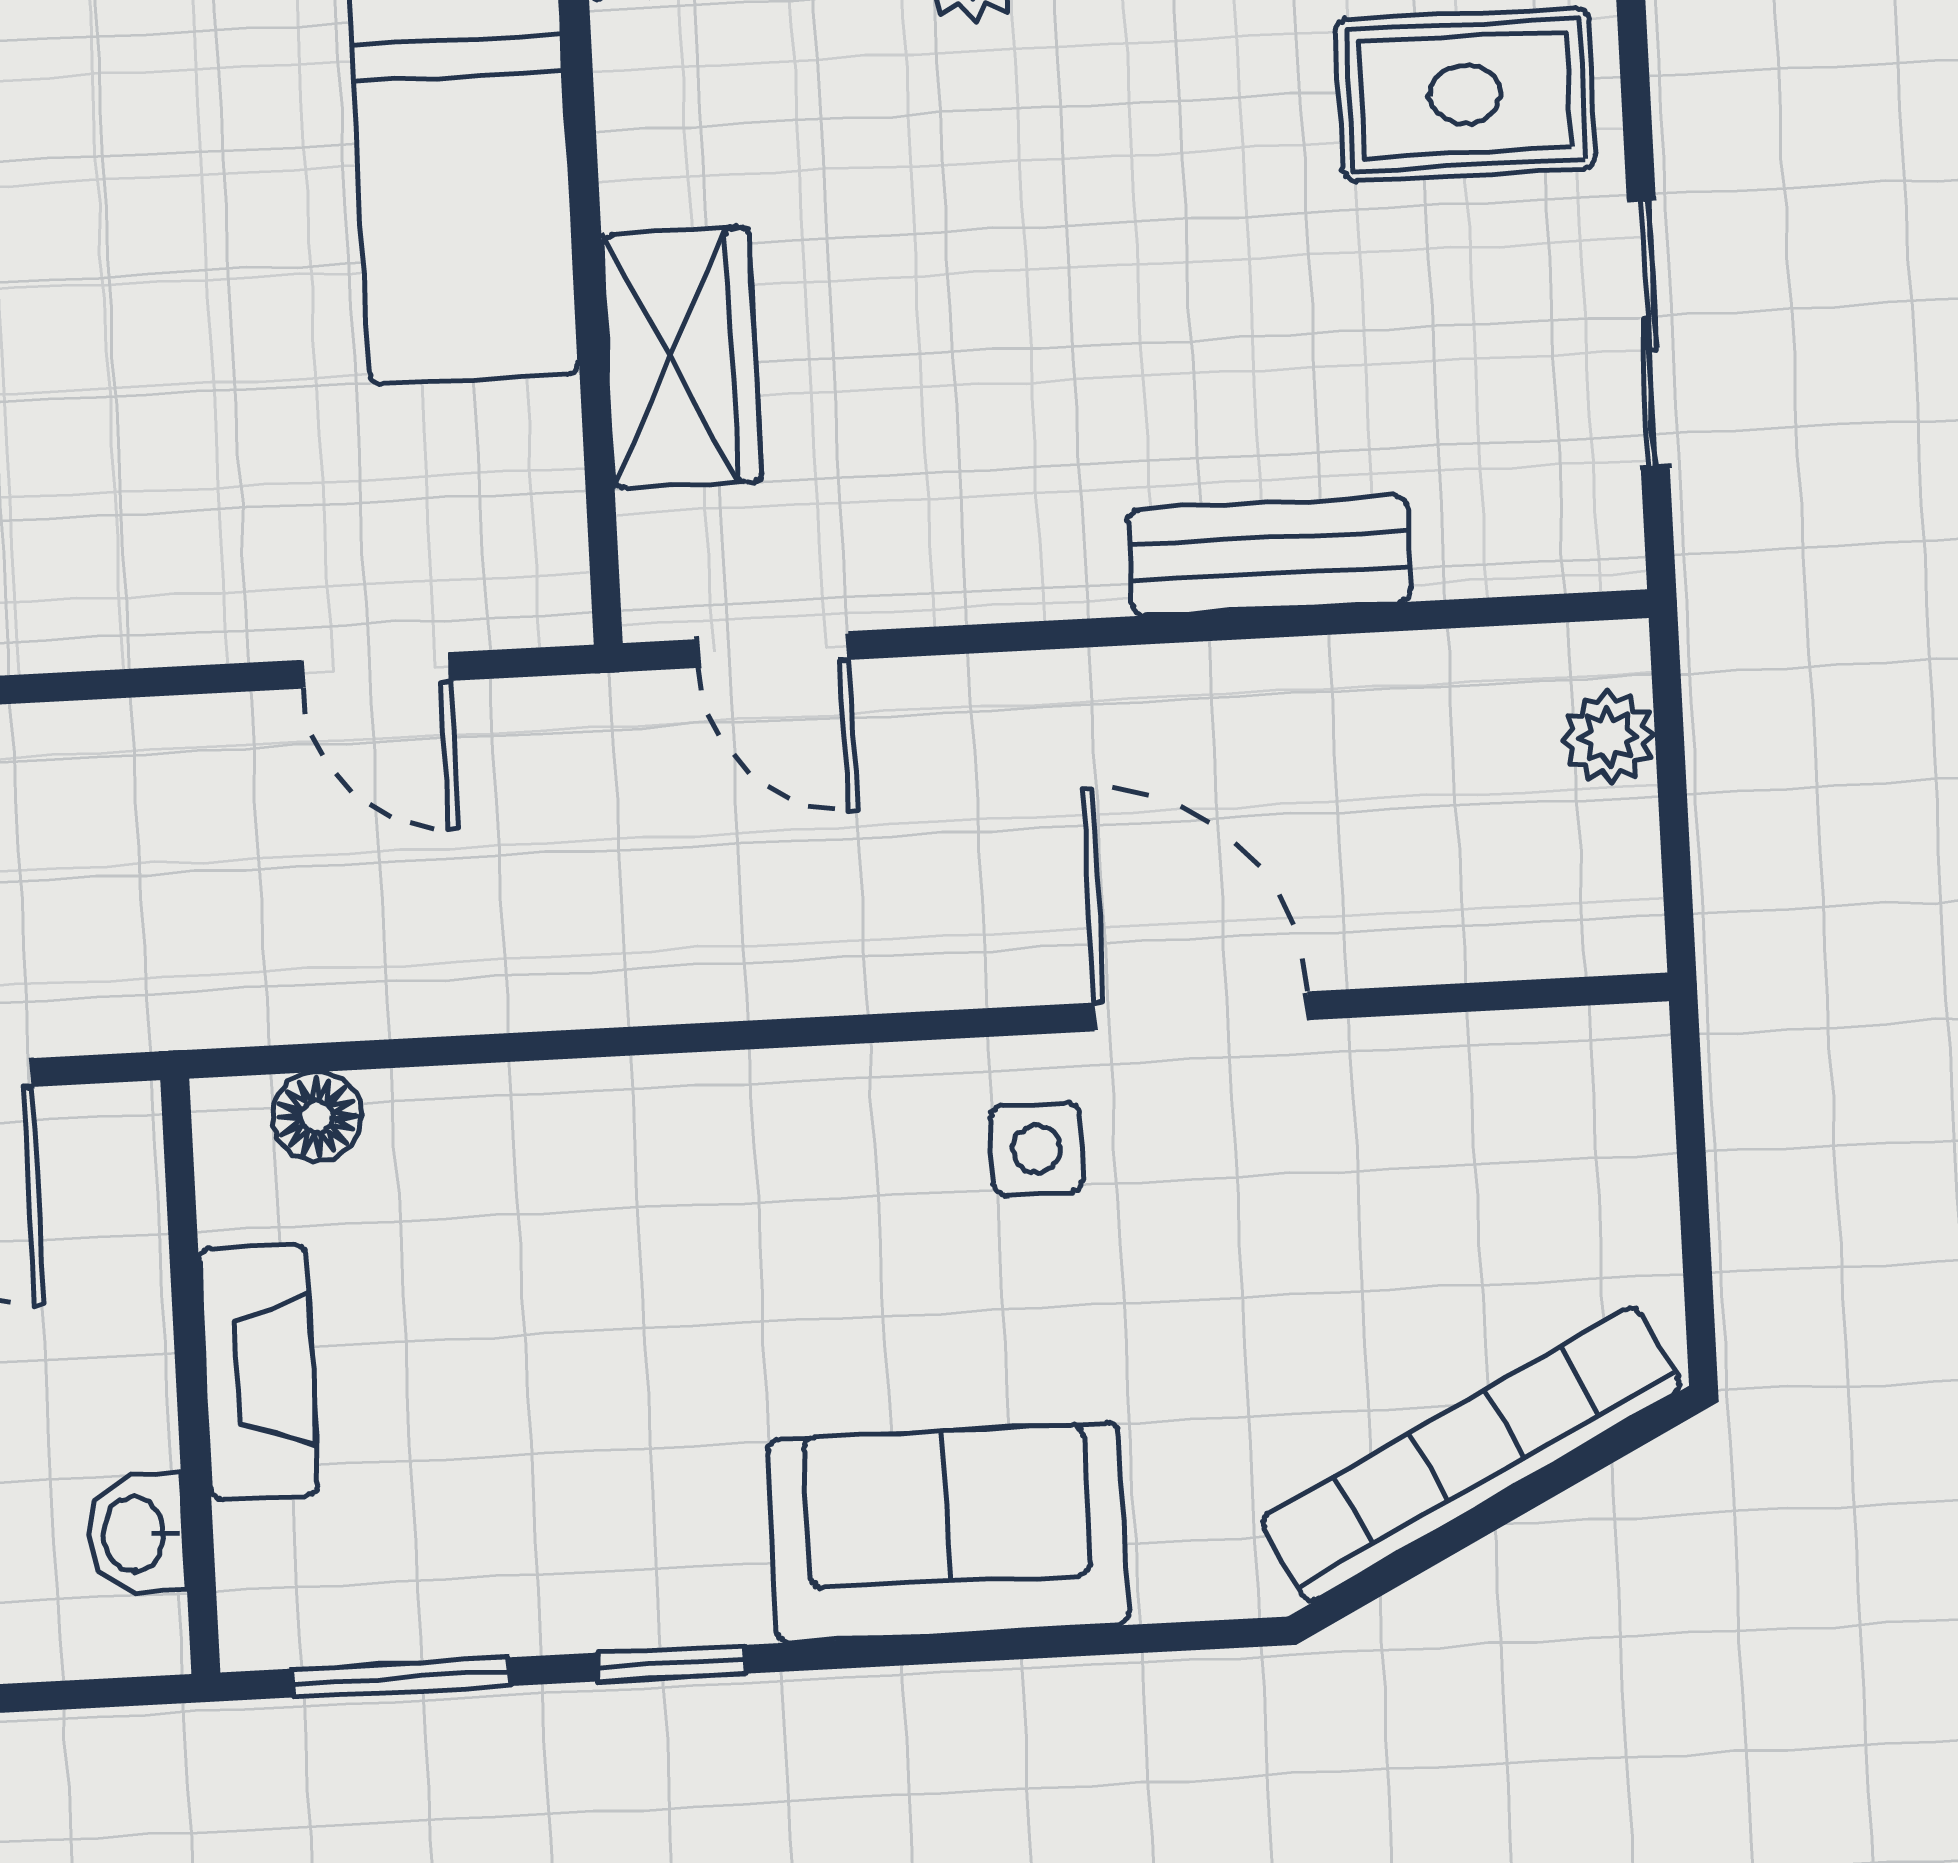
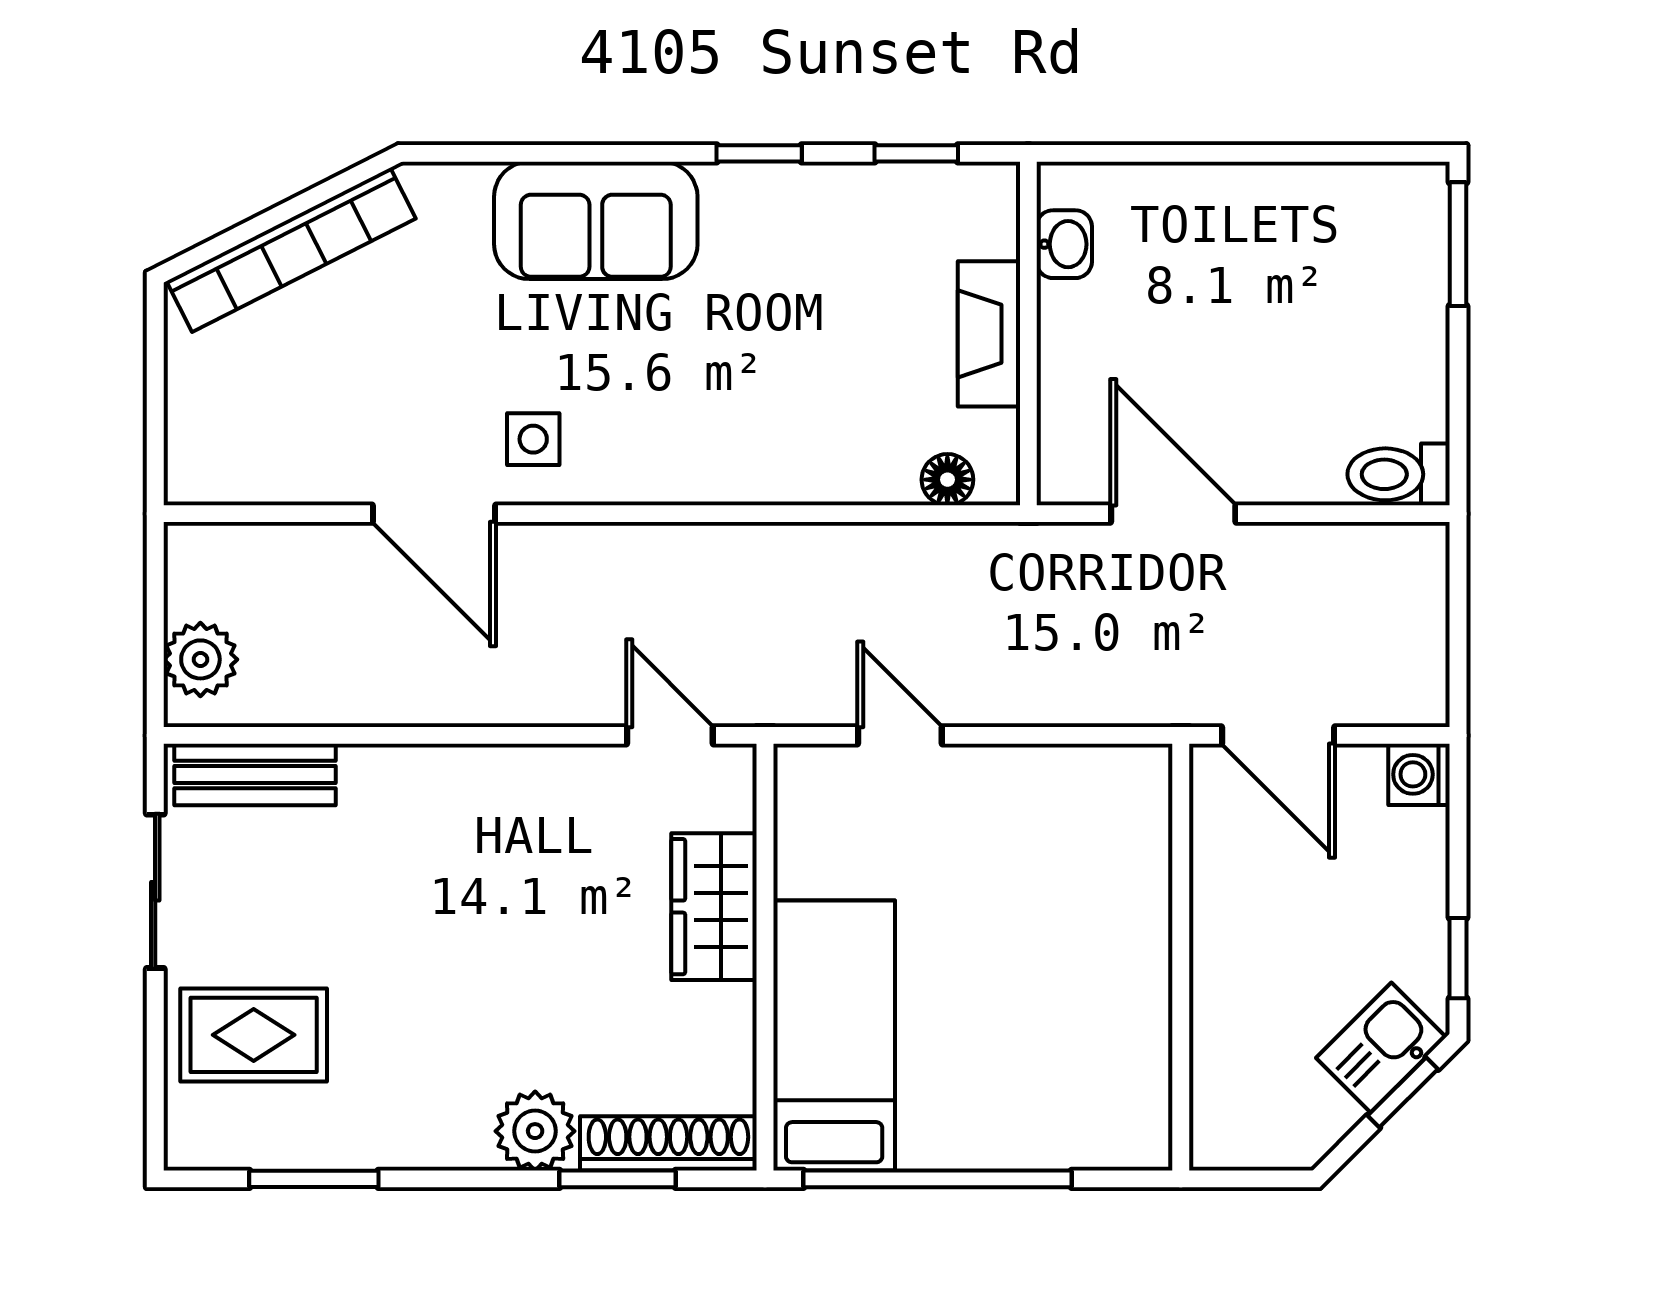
bench: (1270, 556) -> (255, 775), moved
plant: (1609, 737) -> (200, 659), width x1.38, depth x1.38
window: (400, 1677) -> (916, 153), width x0.67

